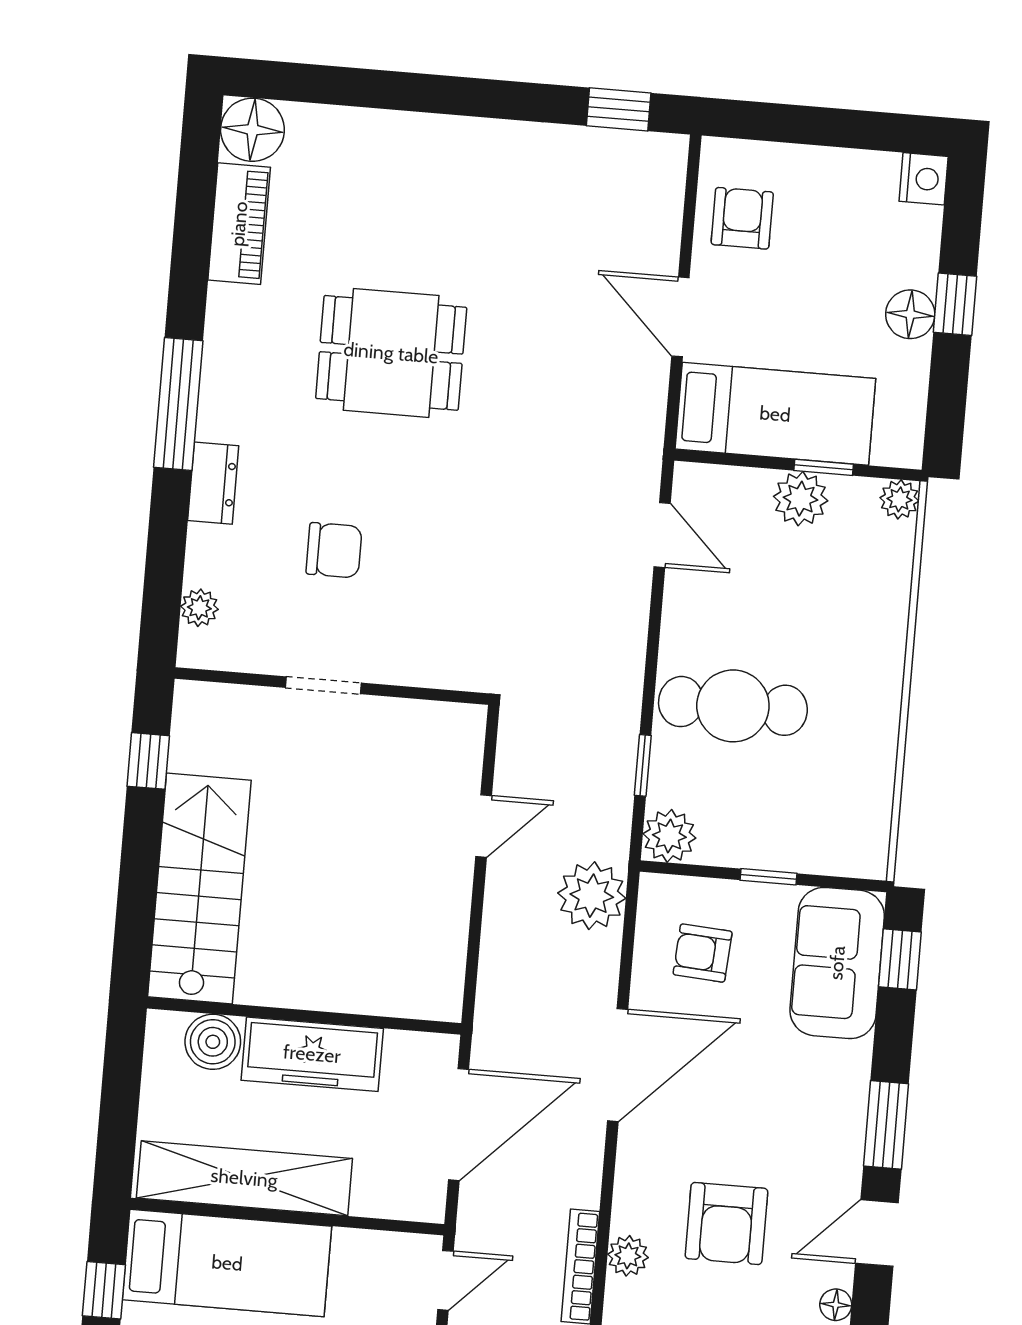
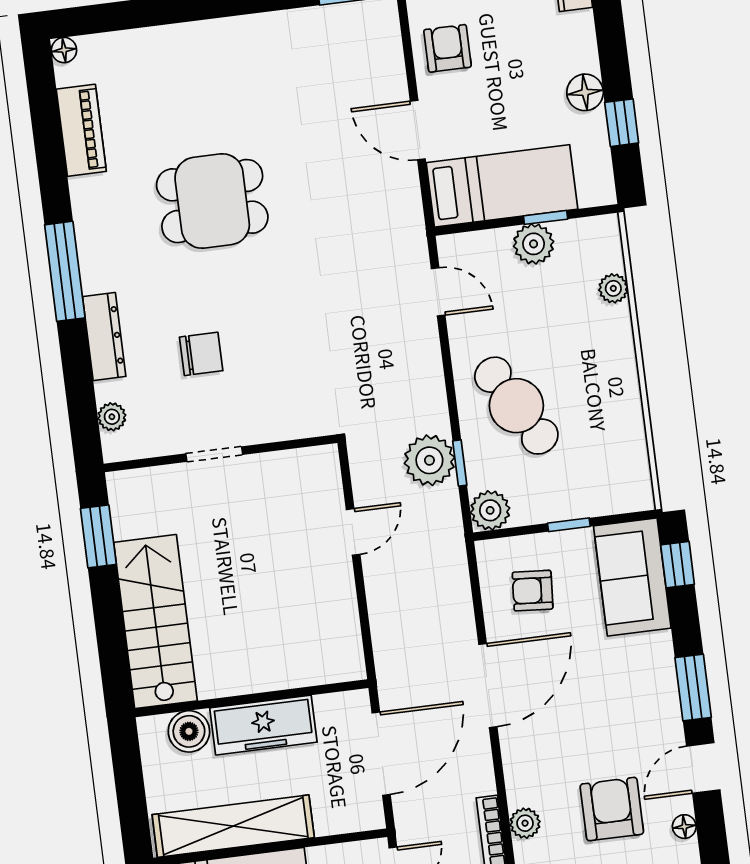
floor lamp: (252, 130) -> (64, 50), width x0.53, depth x0.53
window: (955, 304) -> (622, 123), moved
dresser: (213, 483) -> (104, 337), width x1.44
plant: (899, 499) -> (613, 288), moved
cafe table: (733, 706) -> (516, 406), turned 60
window: (148, 761) -> (98, 536), width x1.50
plant: (592, 896) -> (429, 460), moved
armchair: (726, 1224) -> (612, 809), moved, turned 180

